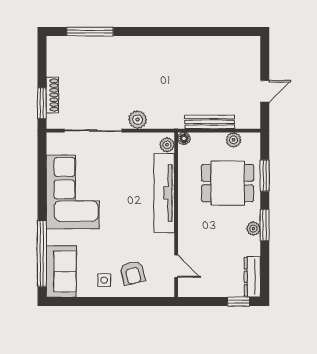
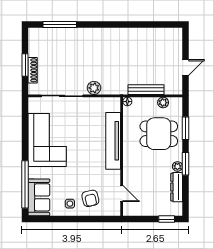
window: (42, 103) -> (25, 65), moved
plant: (167, 145) -> (115, 106), removed
dresser: (252, 277) -> (177, 187), moved

